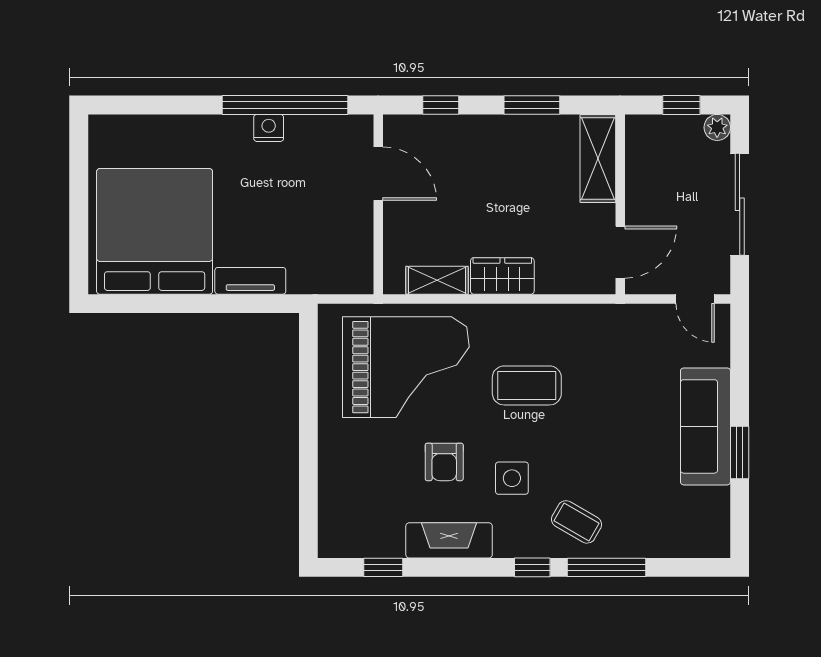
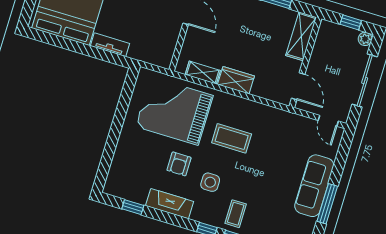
door: (620, 252) -> (298, 86), hinge flipped
grand piano: (406, 367) -> (174, 111), turned 180
window: (740, 453) -> (327, 204), width x1.44
coffee table: (576, 522) -> (236, 214), turned 60

